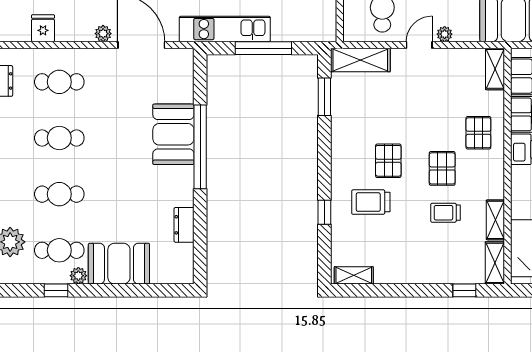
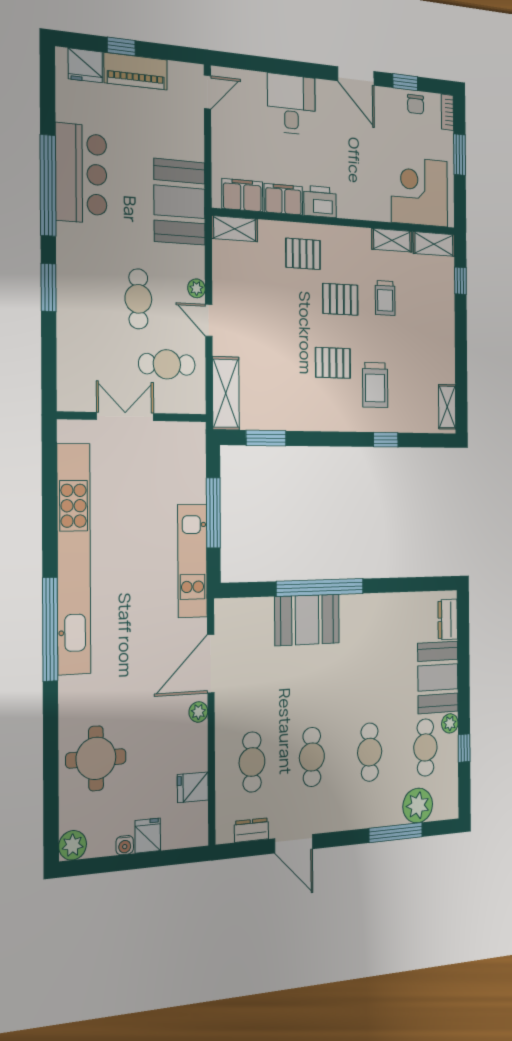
dresser: (184, 225) -> (448, 620), moved, turned 90

